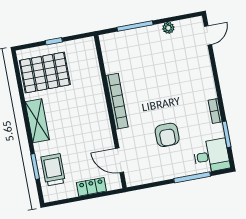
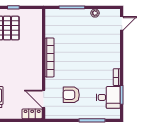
armchair: (167, 135) -> (71, 95), moved, turned 90
desk: (211, 156) -> (108, 97), moved
locker: (91, 187) -> (32, 114), moved

